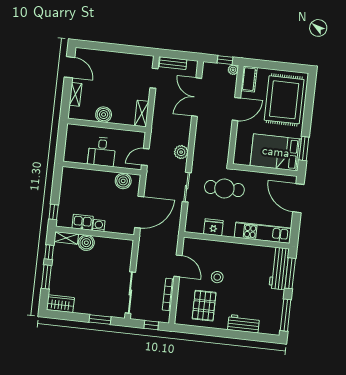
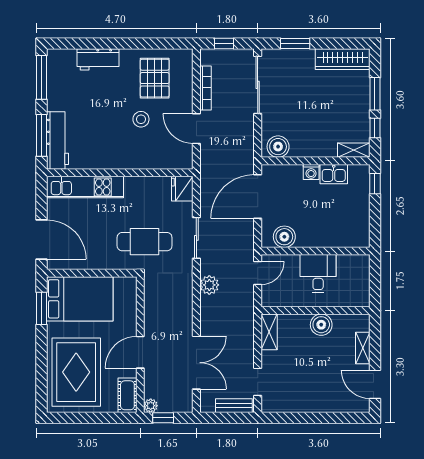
fridge: (213, 227) -> (182, 189), moved, turned 90
boiler: (86, 243) -> (278, 147), moved
wardrobe: (60, 304) -> (343, 59), width x1.50

